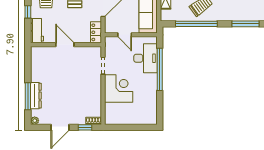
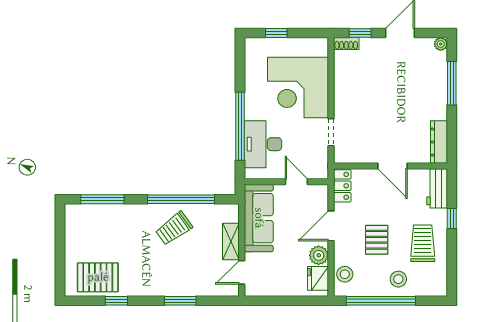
corner desk: (119, 88) -> (298, 88), width x1.36, depth x1.36
dresser: (36, 96) -> (439, 142), moved
window: (137, 127) -> (276, 33), added

